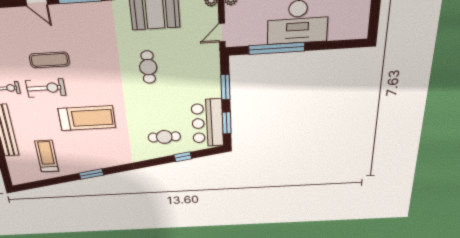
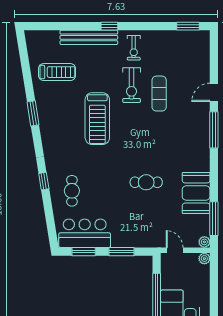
window: (183, 157) -> (44, 181), moved

